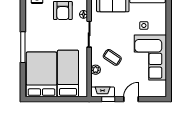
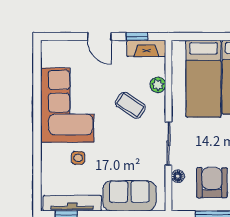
door: (131, 99) -> (99, 36), hinge flipped

